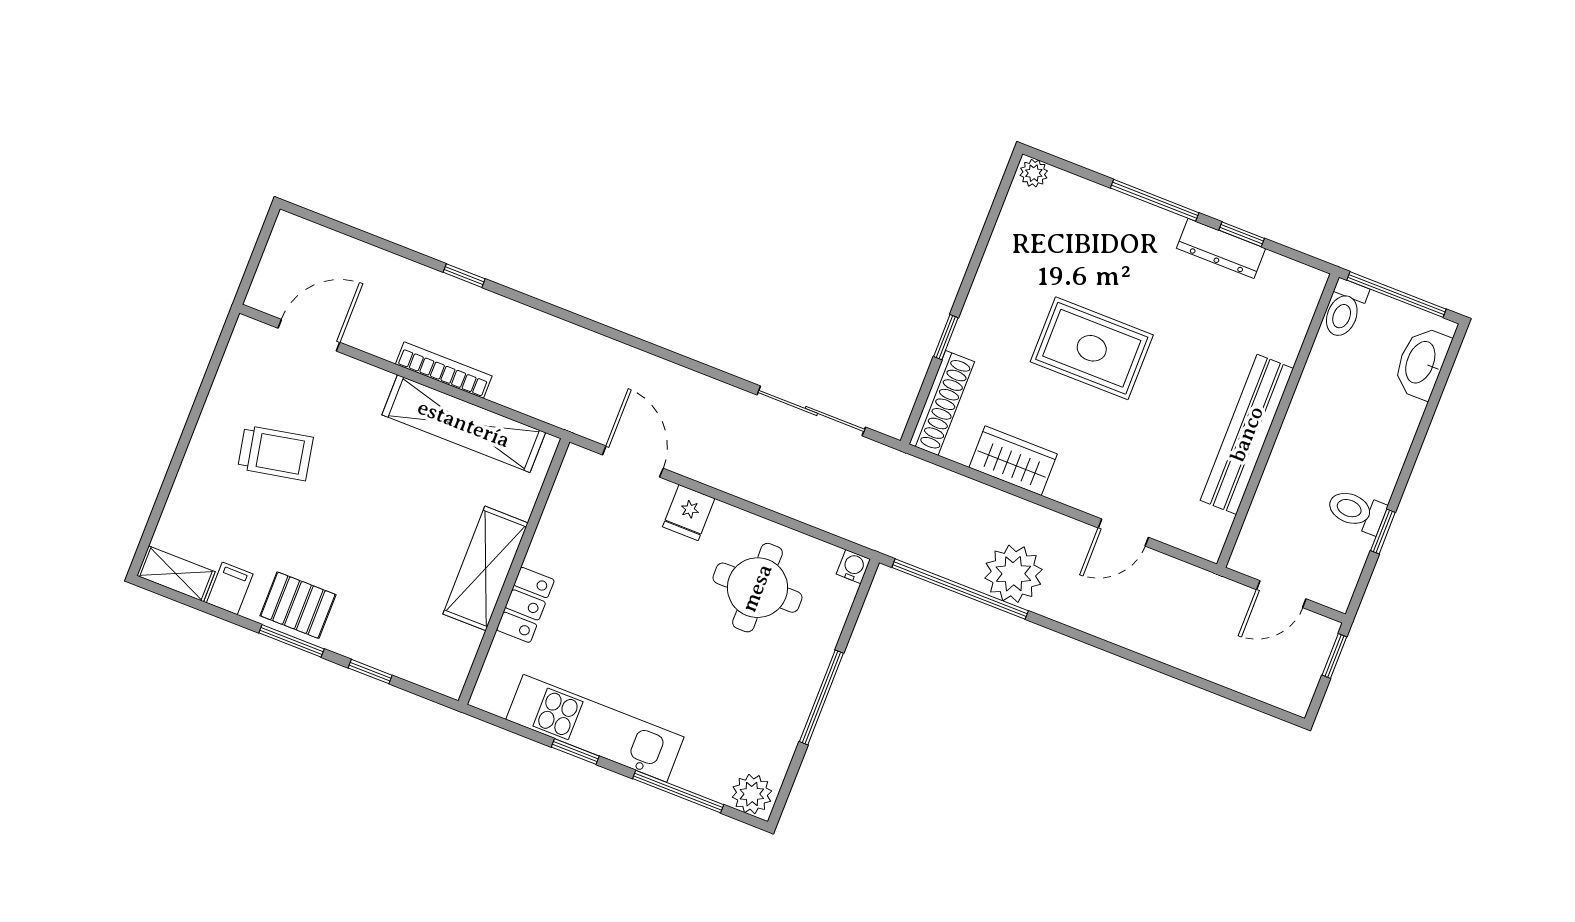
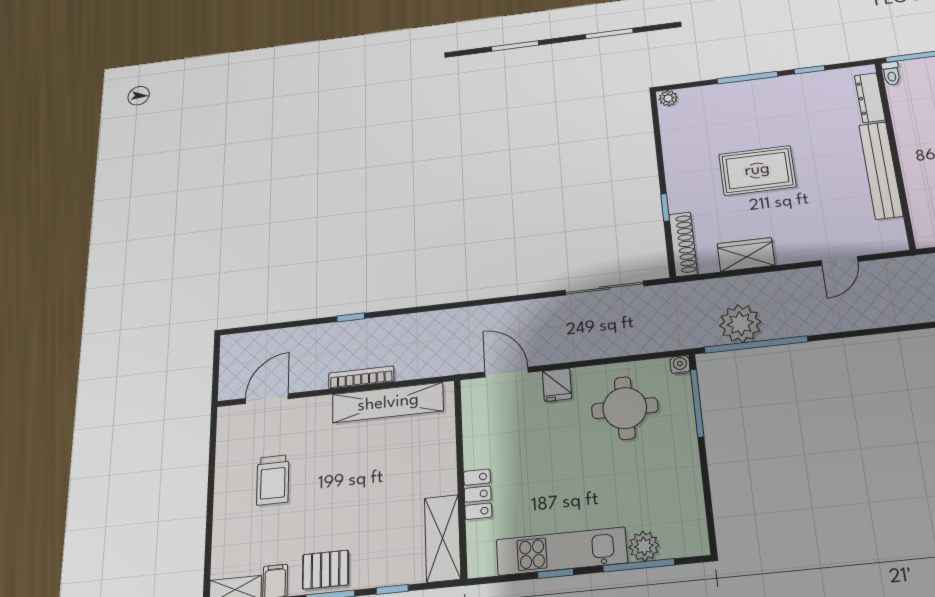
dresser: (1221, 248) -> (870, 98), moved, turned 90
toilet: (1344, 309) -> (891, 73), width x0.73, depth x0.72
trolley: (275, 453) -> (273, 480), turned 101
shelving: (486, 568) -> (442, 538), moved
plant: (1013, 574) -> (740, 324), moved
window: (821, 697) -> (697, 403), moved
plant: (752, 794) -> (644, 546), moved

